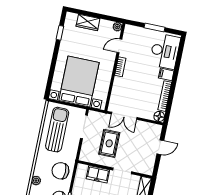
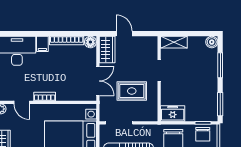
wardrobe: (150, 129) -> (107, 50), added
freezer: (98, 174) -> (173, 113), moved, turned -90

